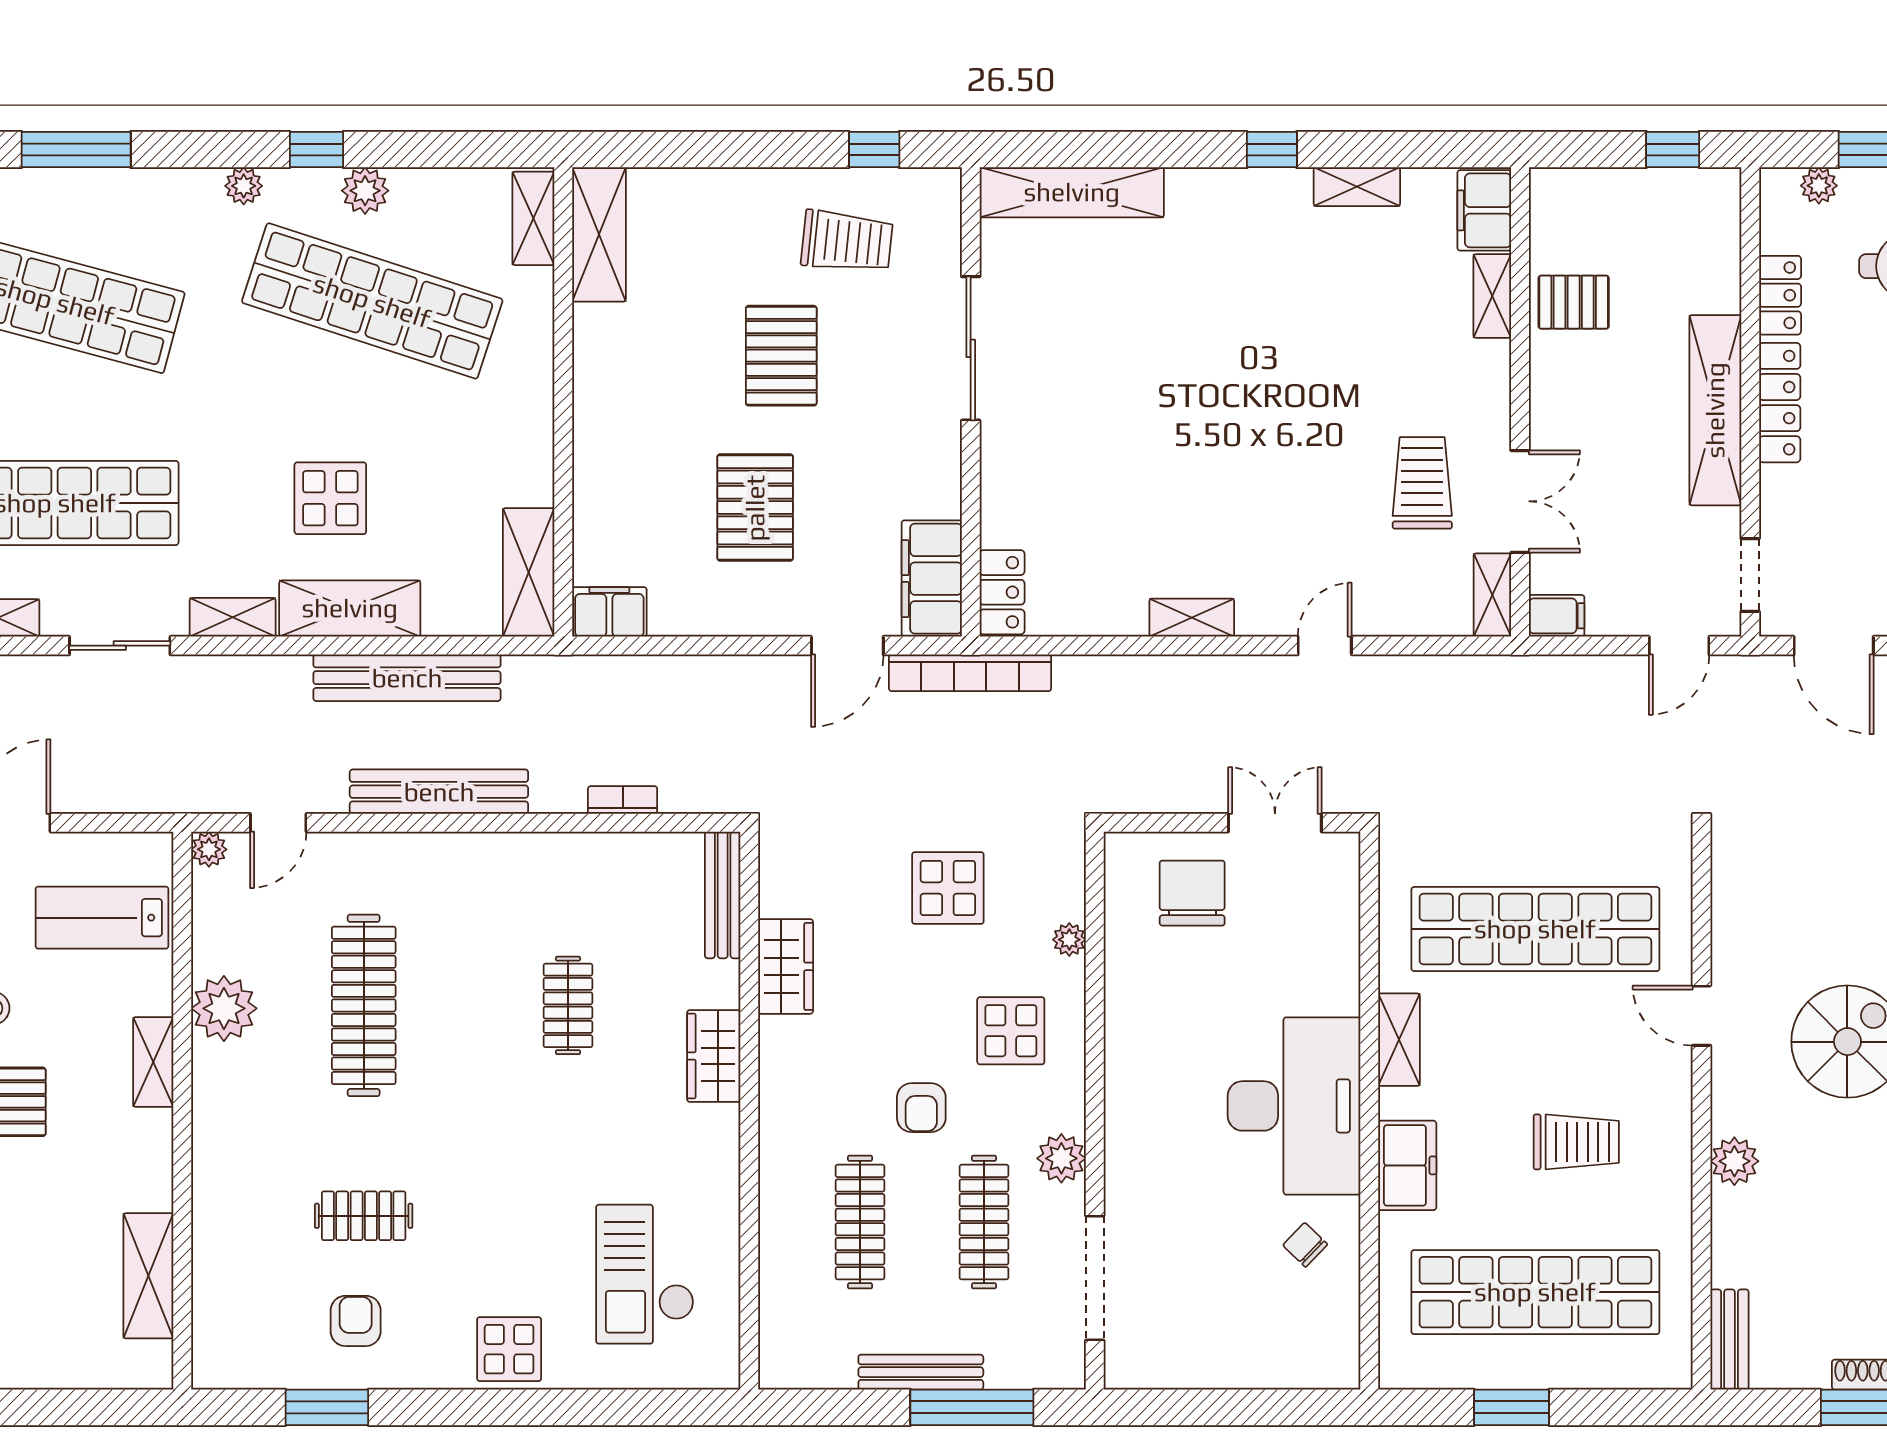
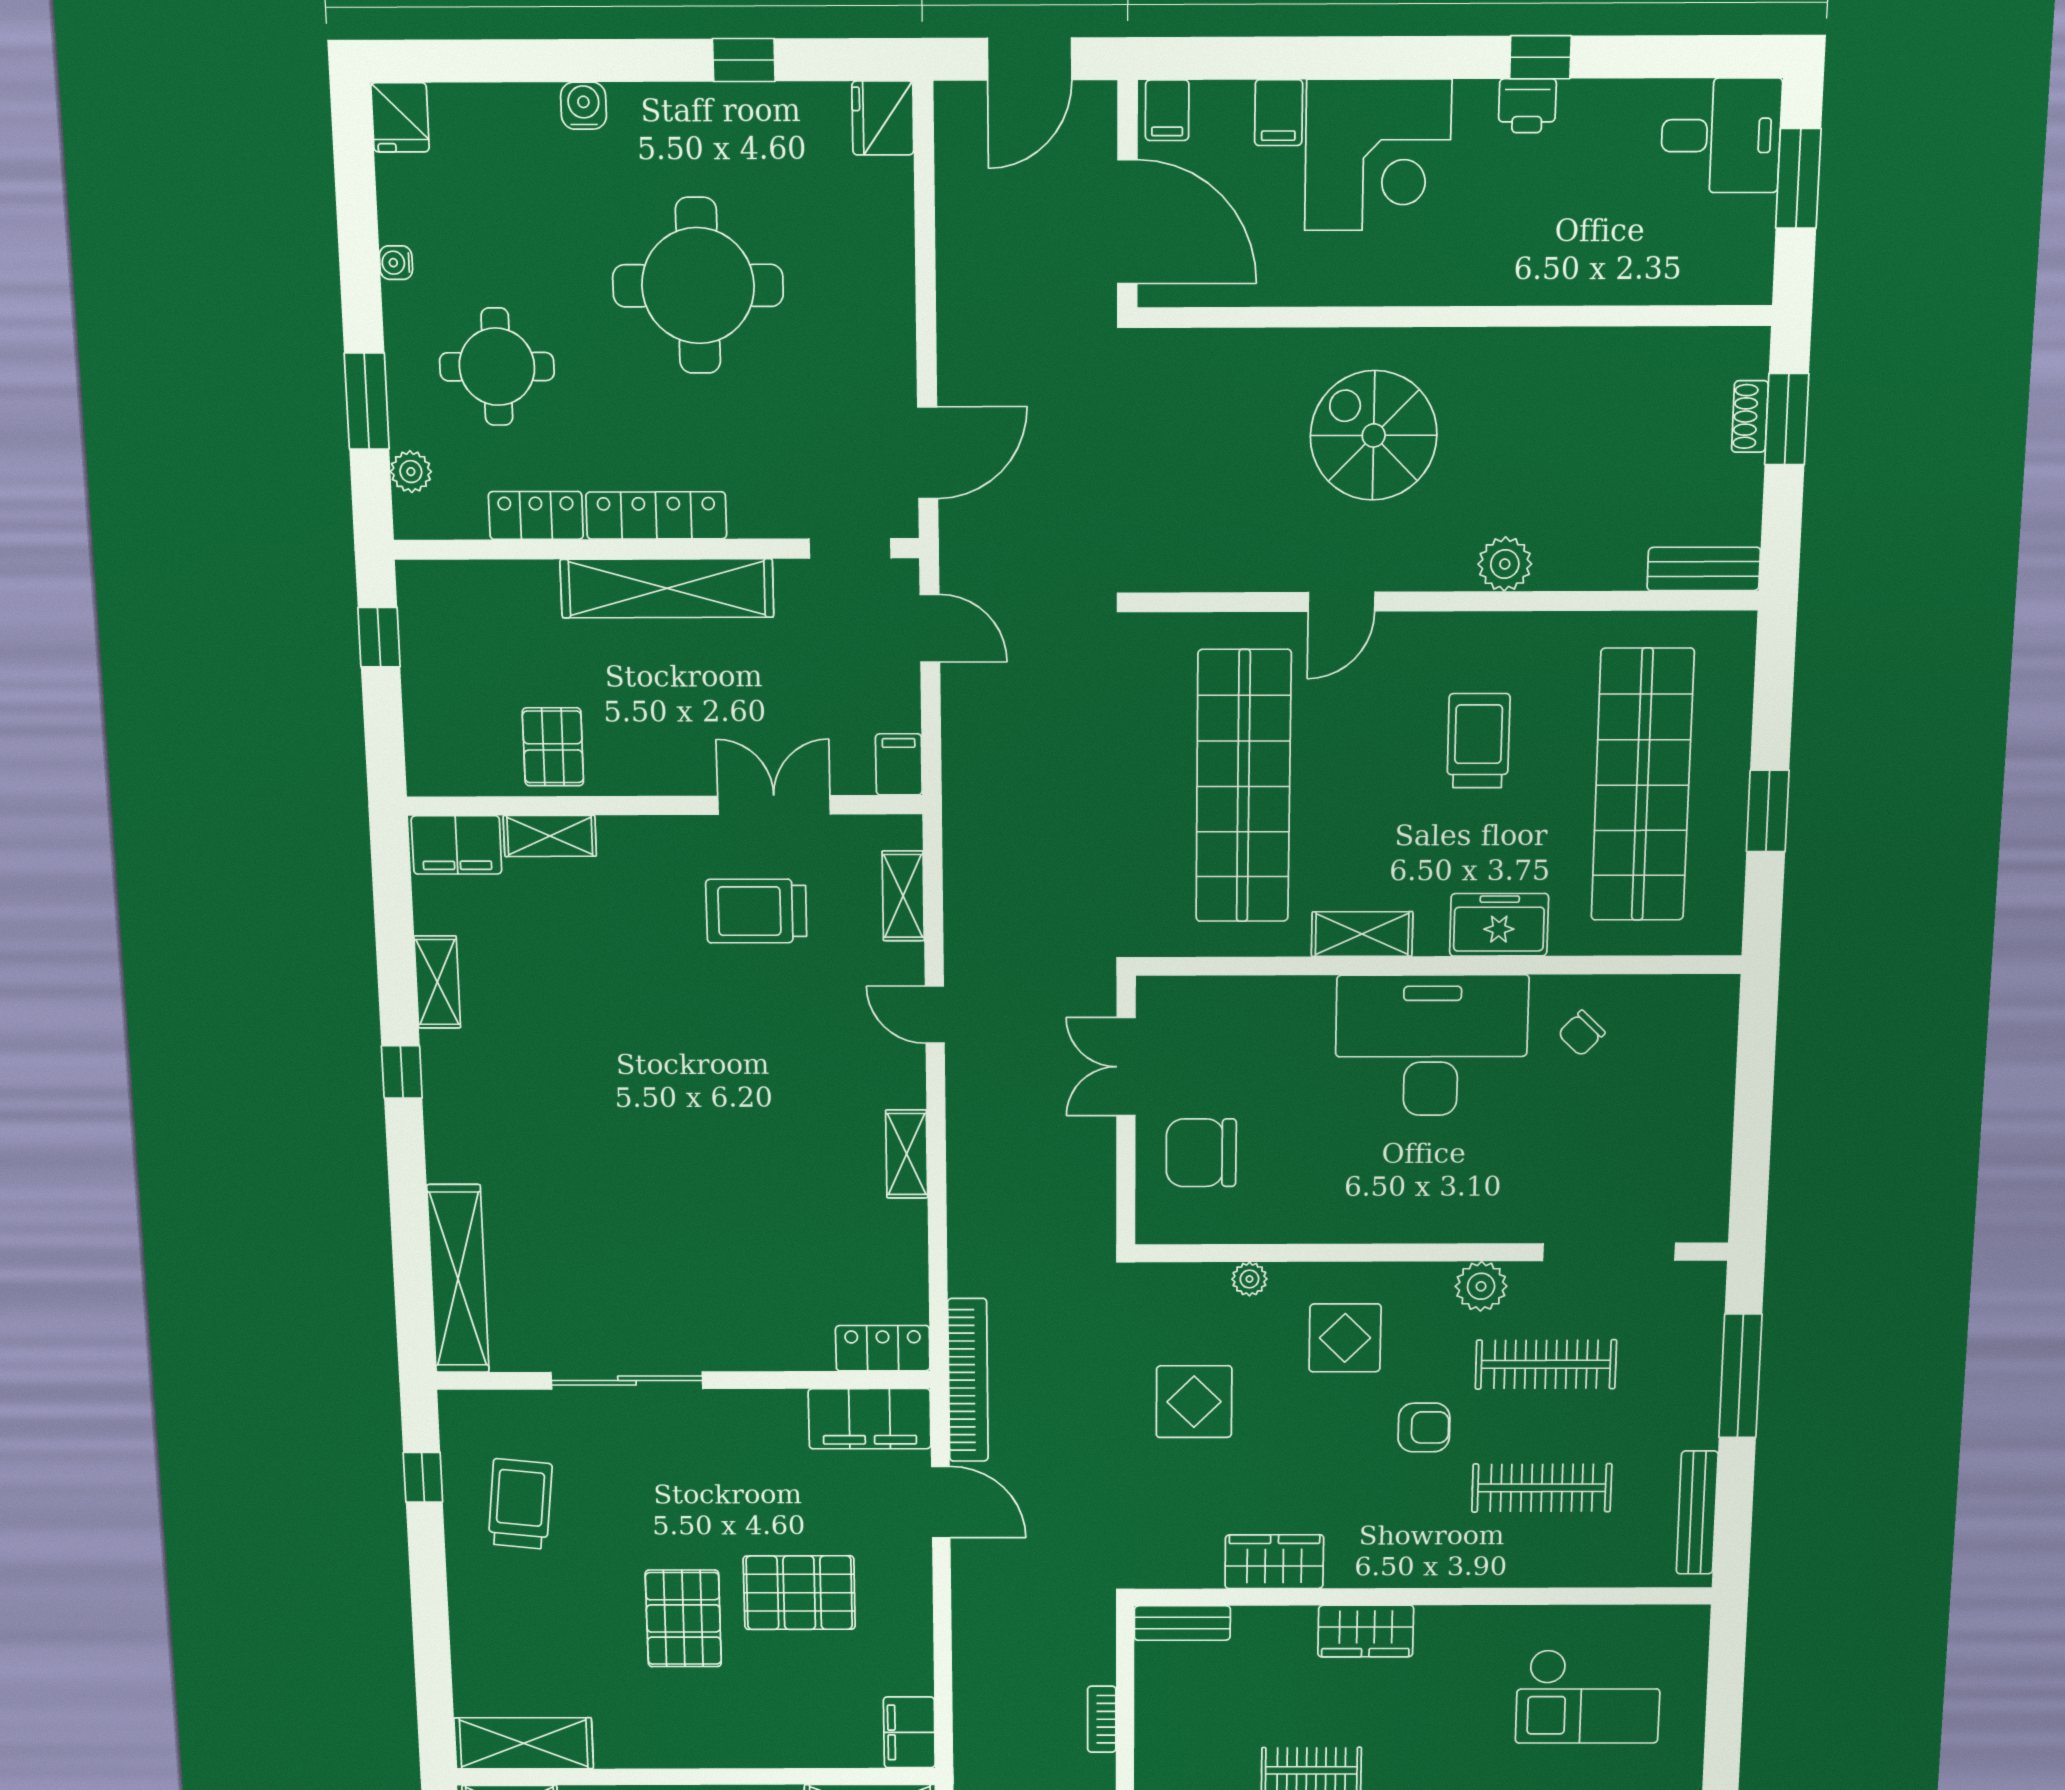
pallet: (781, 356) -> (683, 1618), moved, turned 90
shelving: (1492, 595) -> (903, 896), moved, turned 90
bench: (723, 895) -> (1182, 1623), width x0.73
bench: (921, 1372) -> (1697, 1513), moved

